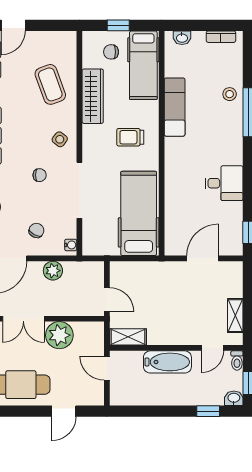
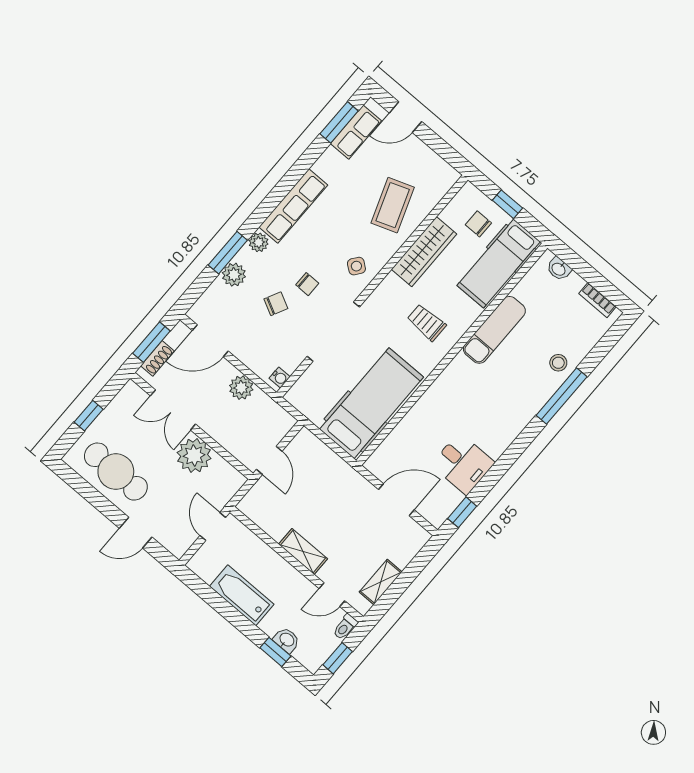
desk: (224, 183) -> (463, 464), moved
chair: (36, 230) -> (276, 304), moved
shelving: (128, 337) -> (303, 552), moved
bathtub: (167, 362) -> (242, 595), moved, turned 180
washbasin: (234, 398) -> (287, 640), moved

